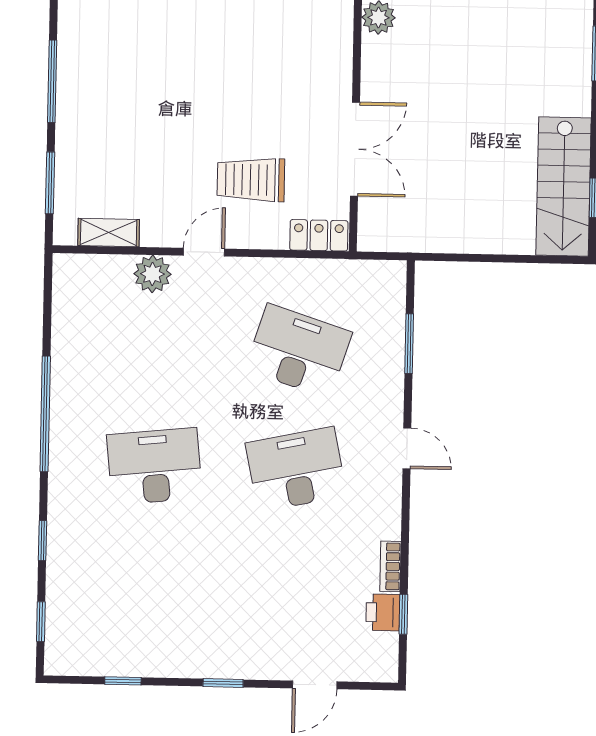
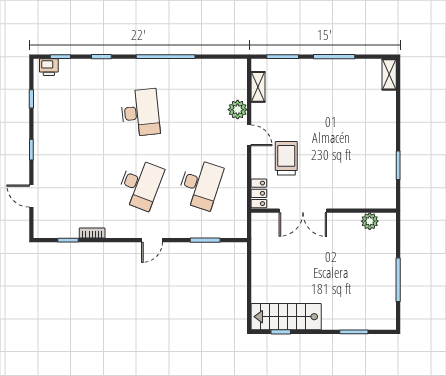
desk: (296, 469) -> (140, 184), turned 33
printer: (383, 612) -> (49, 67), moved, turned 180

